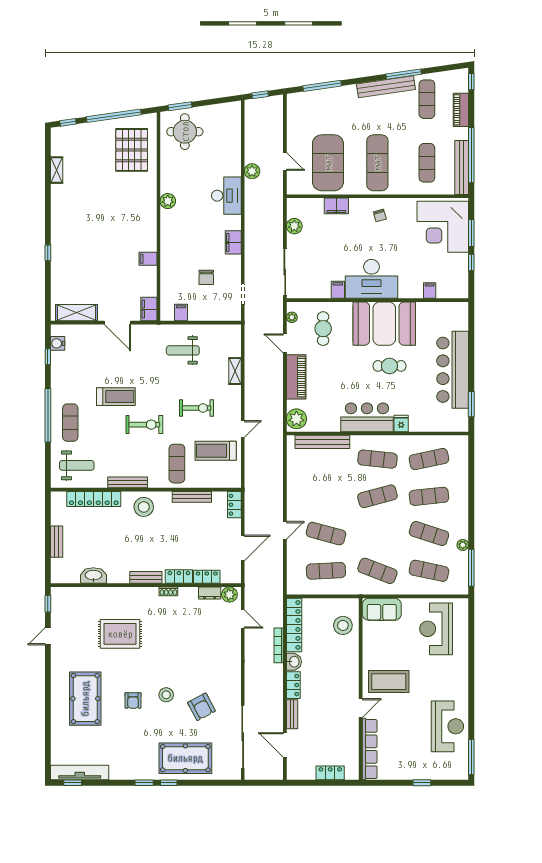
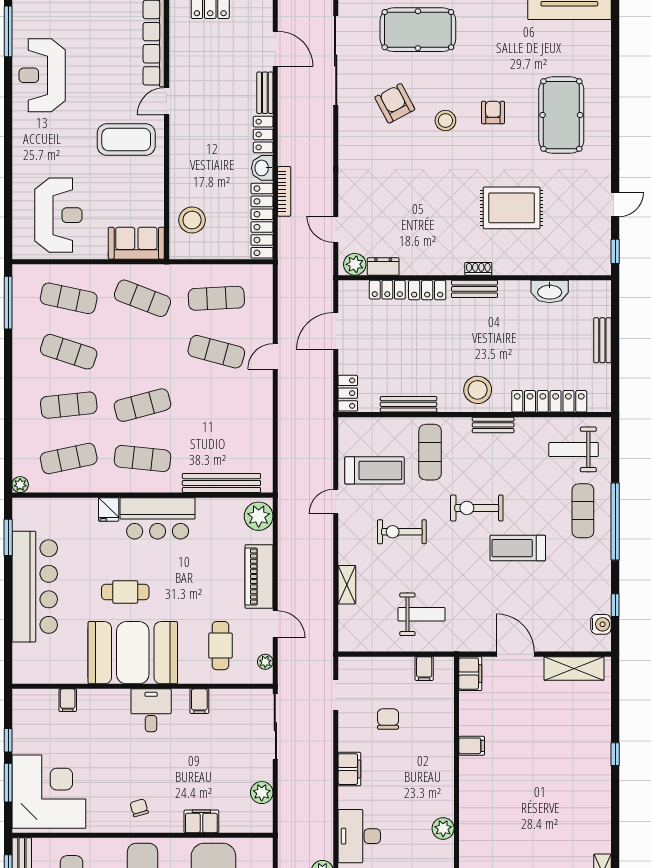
desk: (372, 279) -> (151, 710), width x0.53, depth x0.77
bench: (128, 482) -> (493, 425), width x0.73
plant: (463, 545) -> (20, 485), moved
shoe rack: (168, 591) -> (478, 269), moved

